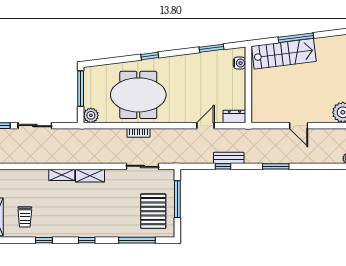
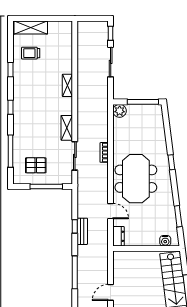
meeting table: (138, 95) -> (136, 179), moved
window: (276, 166) -> (75, 272), width x1.44
shelving: (90, 176) -> (67, 128), moved
pallet: (153, 211) -> (36, 165), width x0.67, depth x0.71

